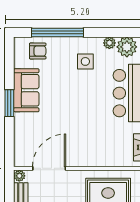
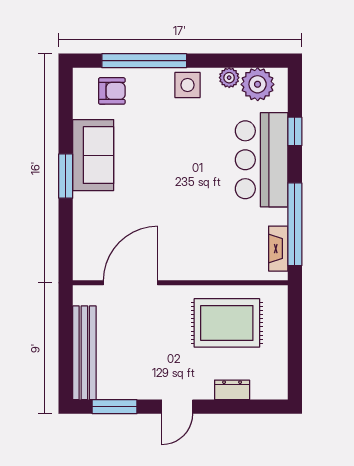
side table: (85, 61) -> (188, 85), moved
plant: (19, 176) -> (82, 295), removed

